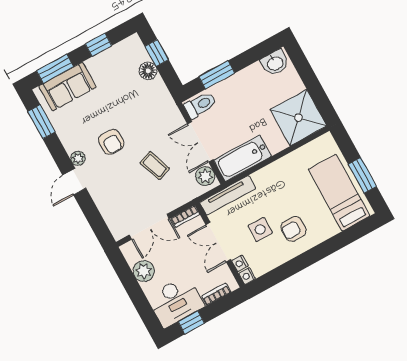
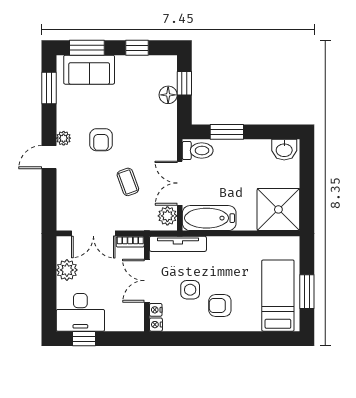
bookcase: (216, 294) -> (120, 326), removed

